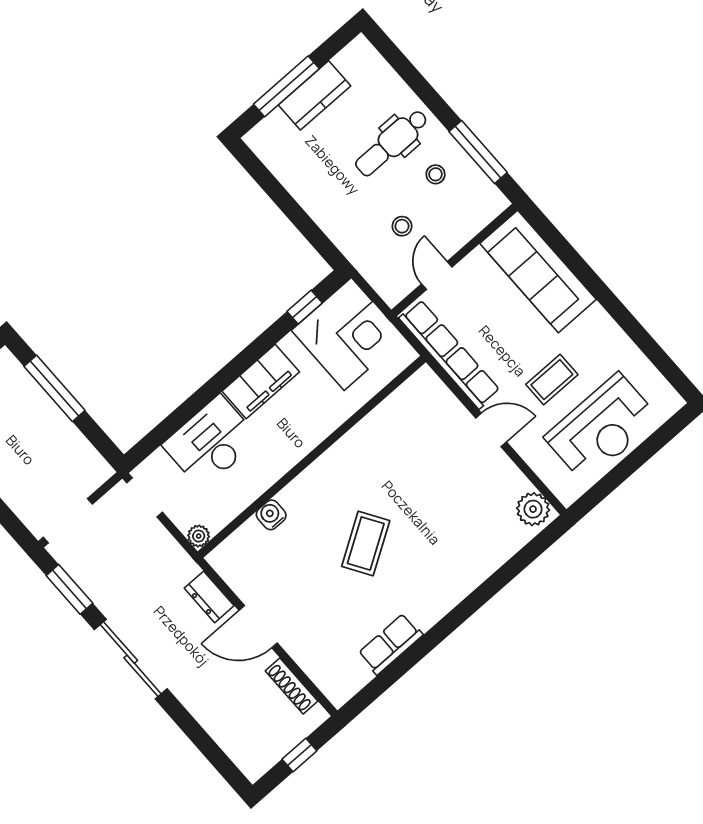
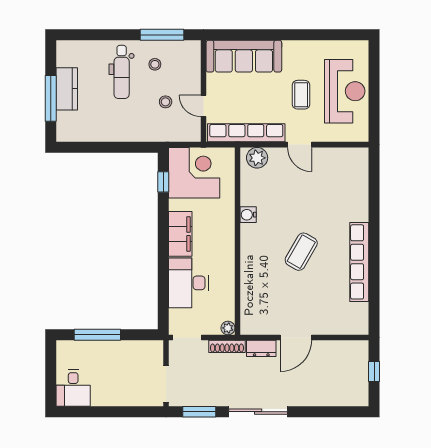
door: (491, 430) -> (300, 145), swing flipped
plant: (533, 509) -> (257, 158), moved
water cooler: (271, 515) -> (248, 215), moved
coffee table: (366, 543) -> (301, 252), turned 62
row of seats: (390, 644) -> (359, 262), width x2.02
shoe rack: (292, 686) -> (227, 346), moved

